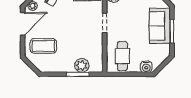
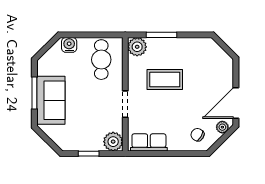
coffee table: (43, 46) -> (165, 80), moved
plant: (82, 65) -> (137, 47), moved

